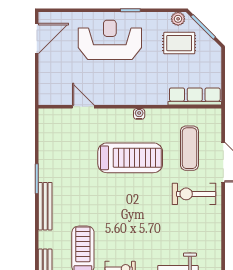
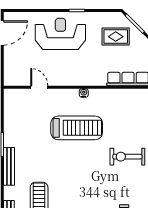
plant: (178, 19) -> (115, 17), removed
exercise mat: (189, 148) -> (124, 120), removed

